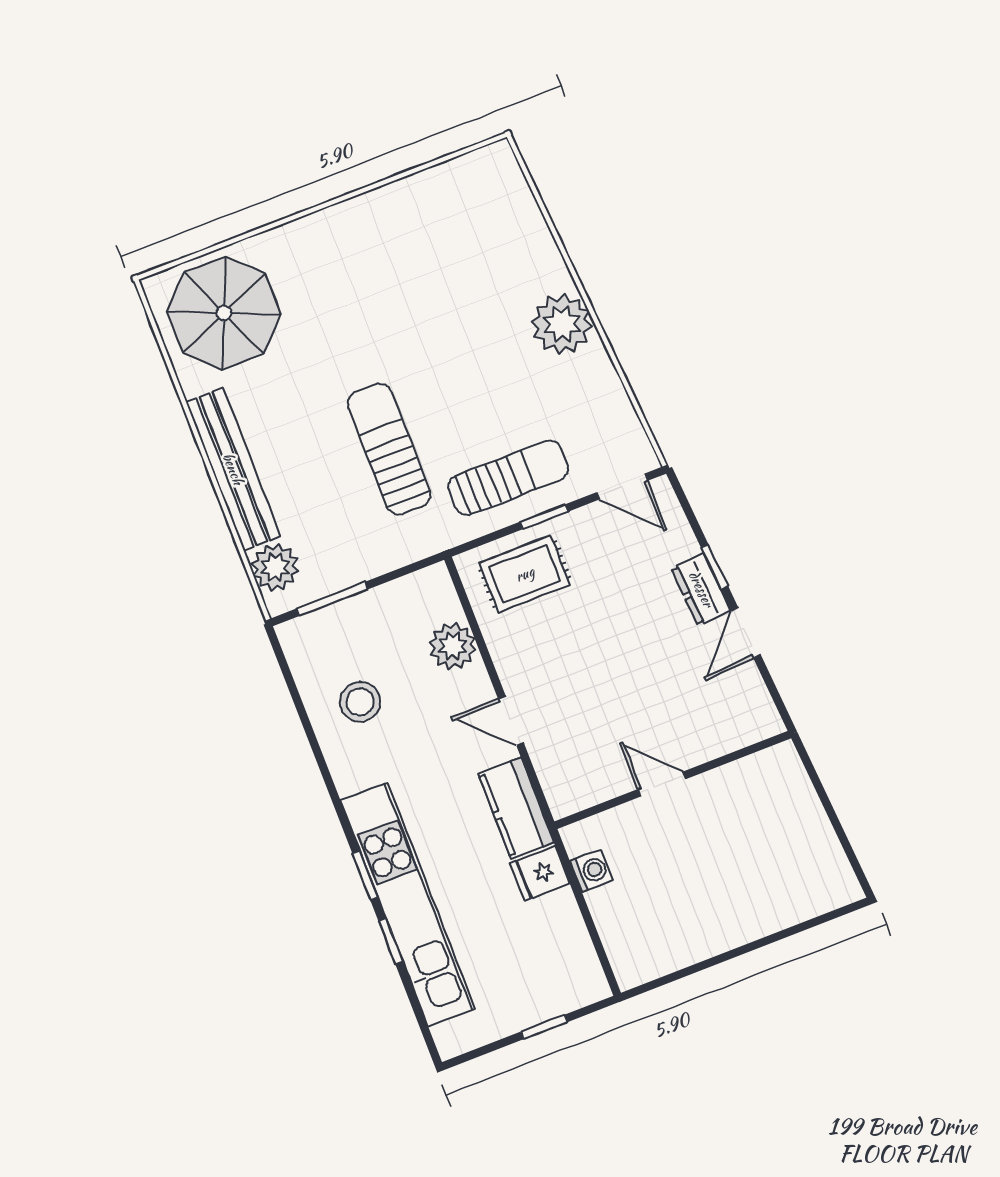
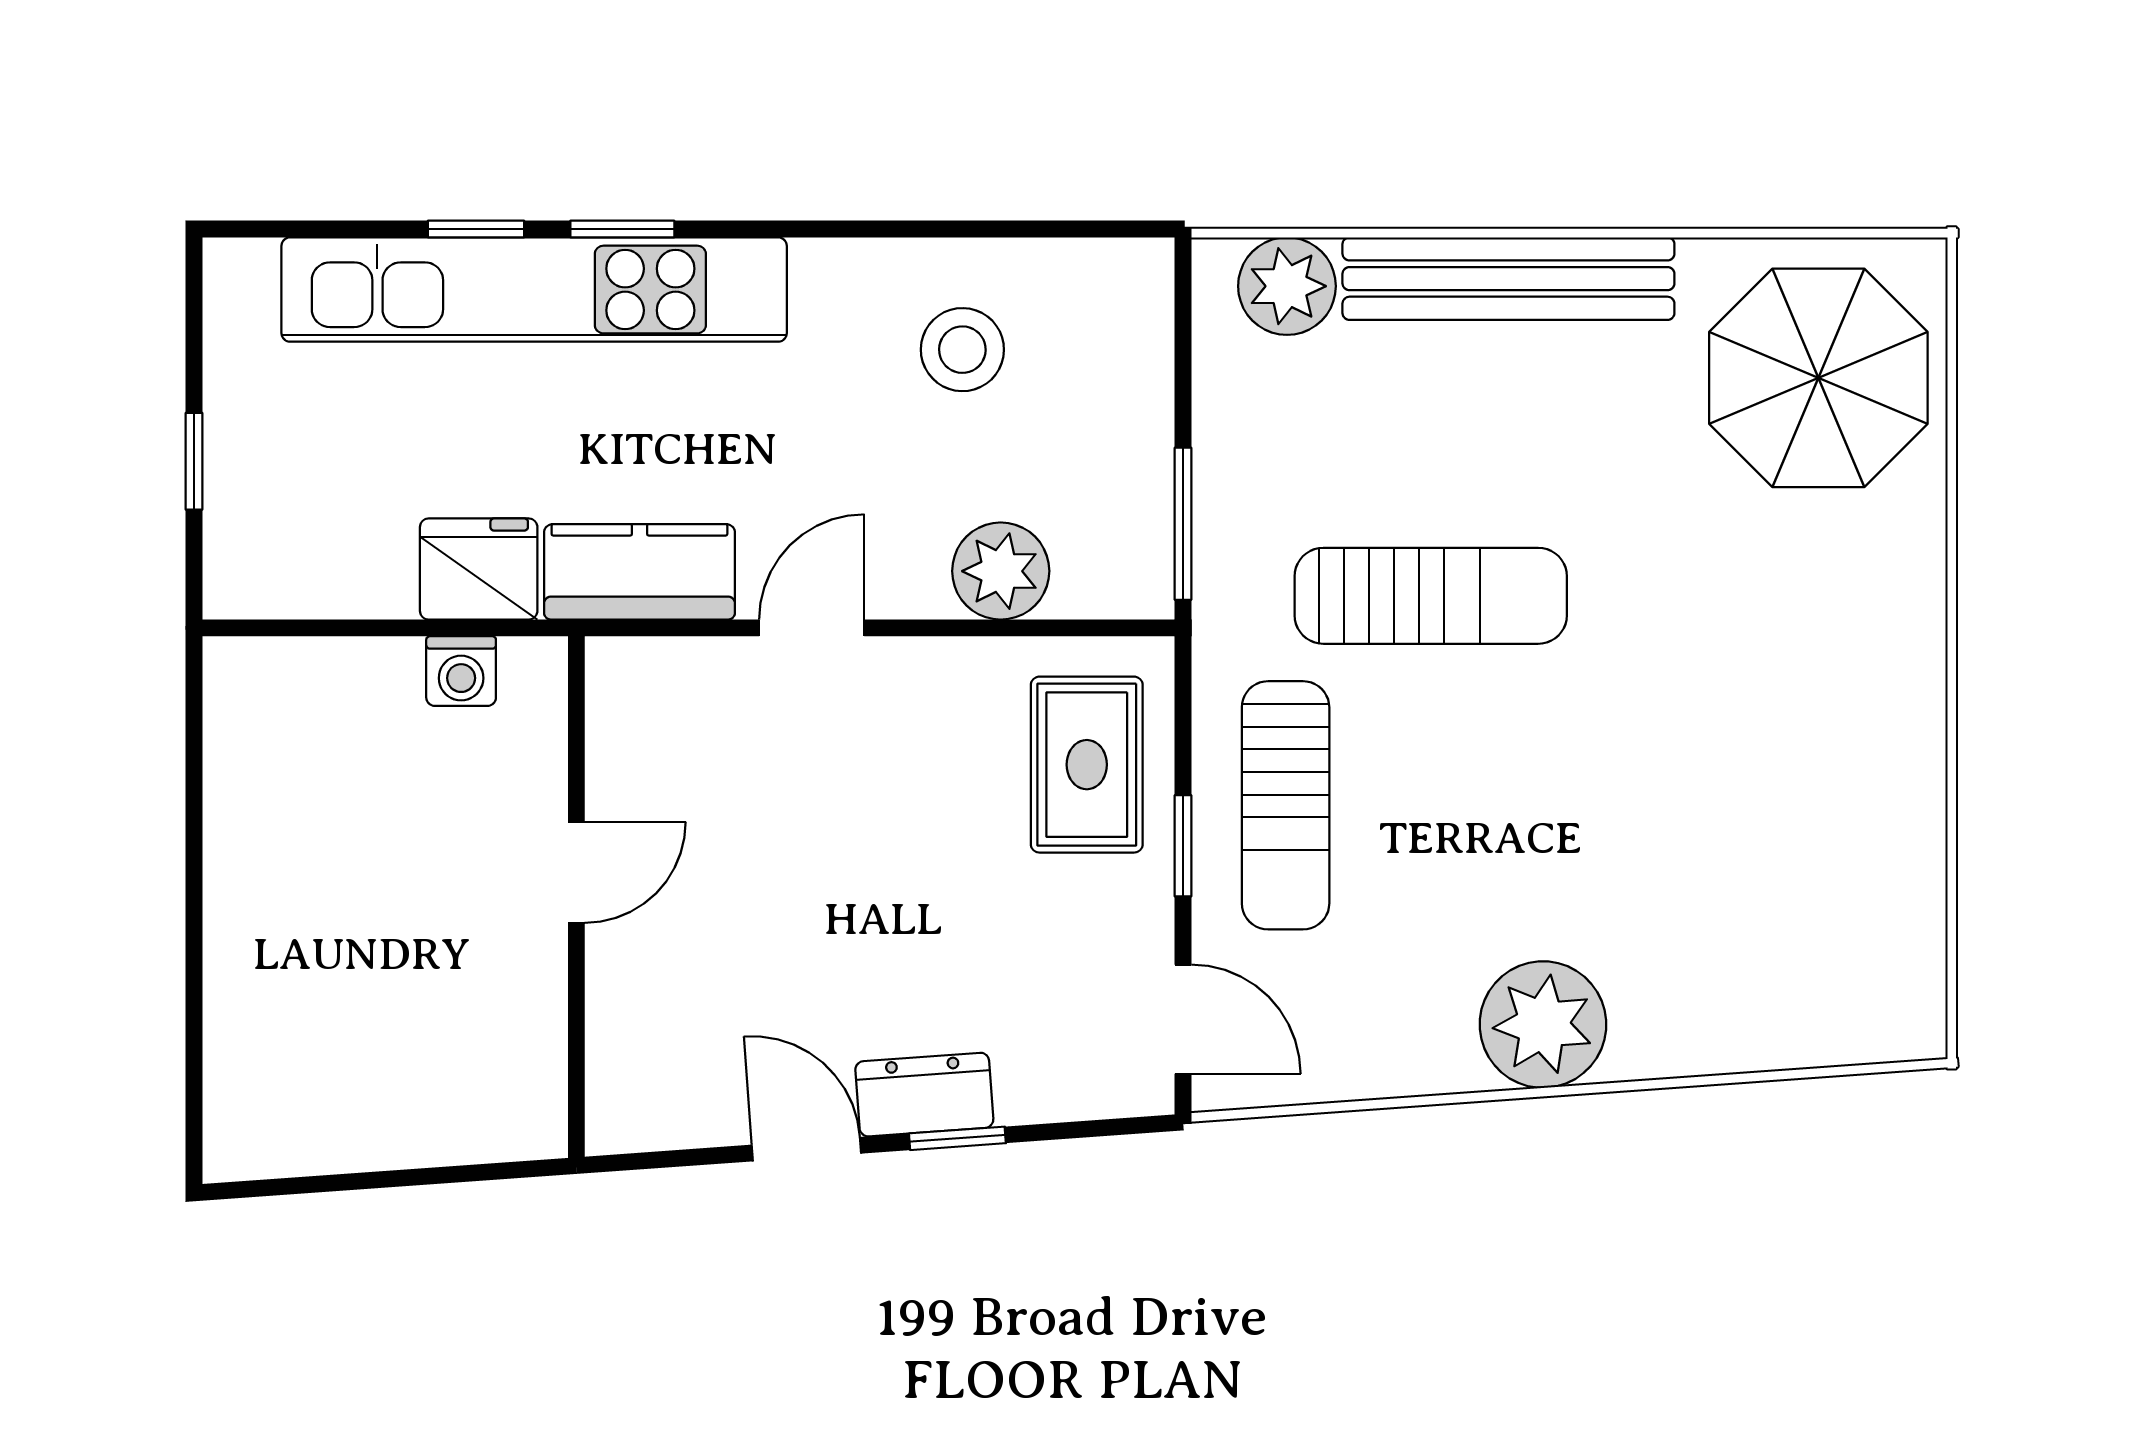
door: (622, 486) -> (1183, 1019), swing flipped
window: (332, 599) -> (1183, 524), moved
fridge: (540, 873) -> (479, 569), width x1.38

